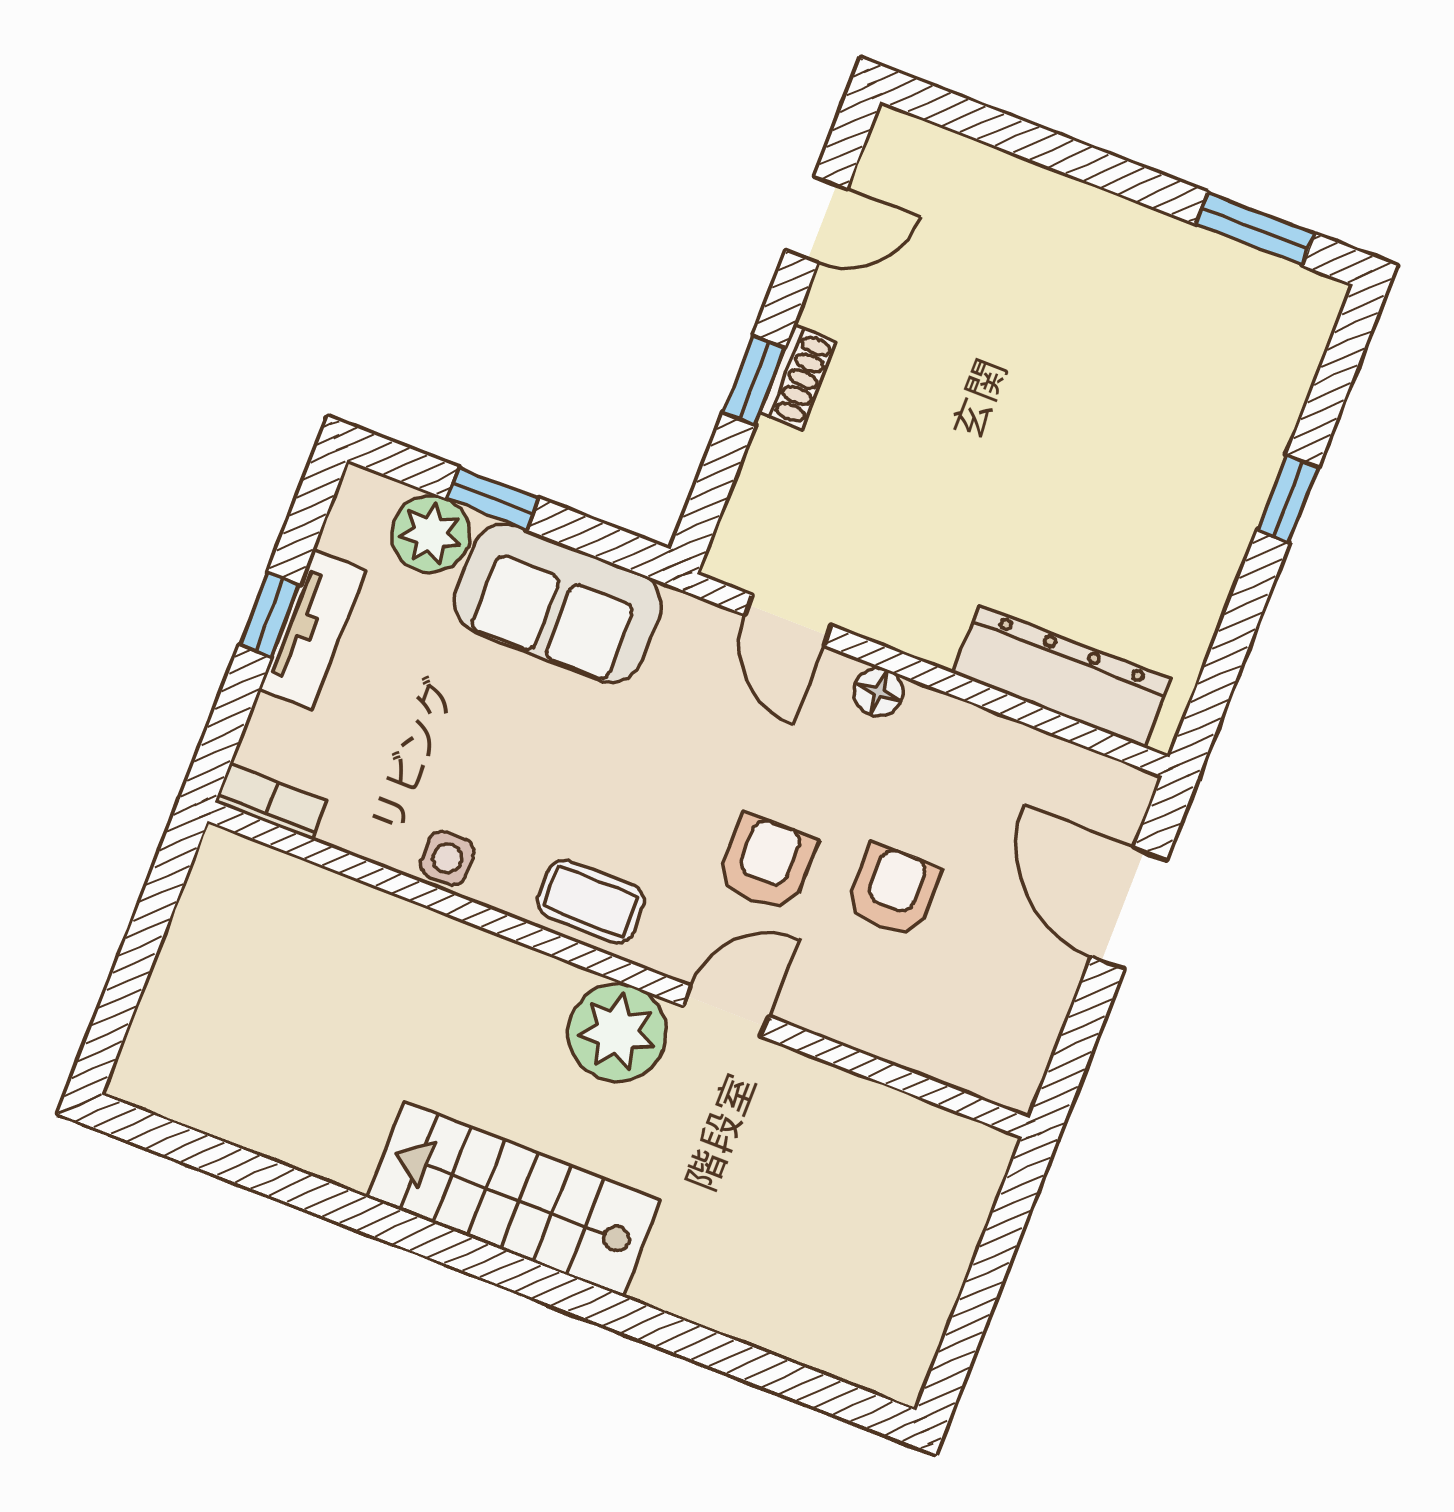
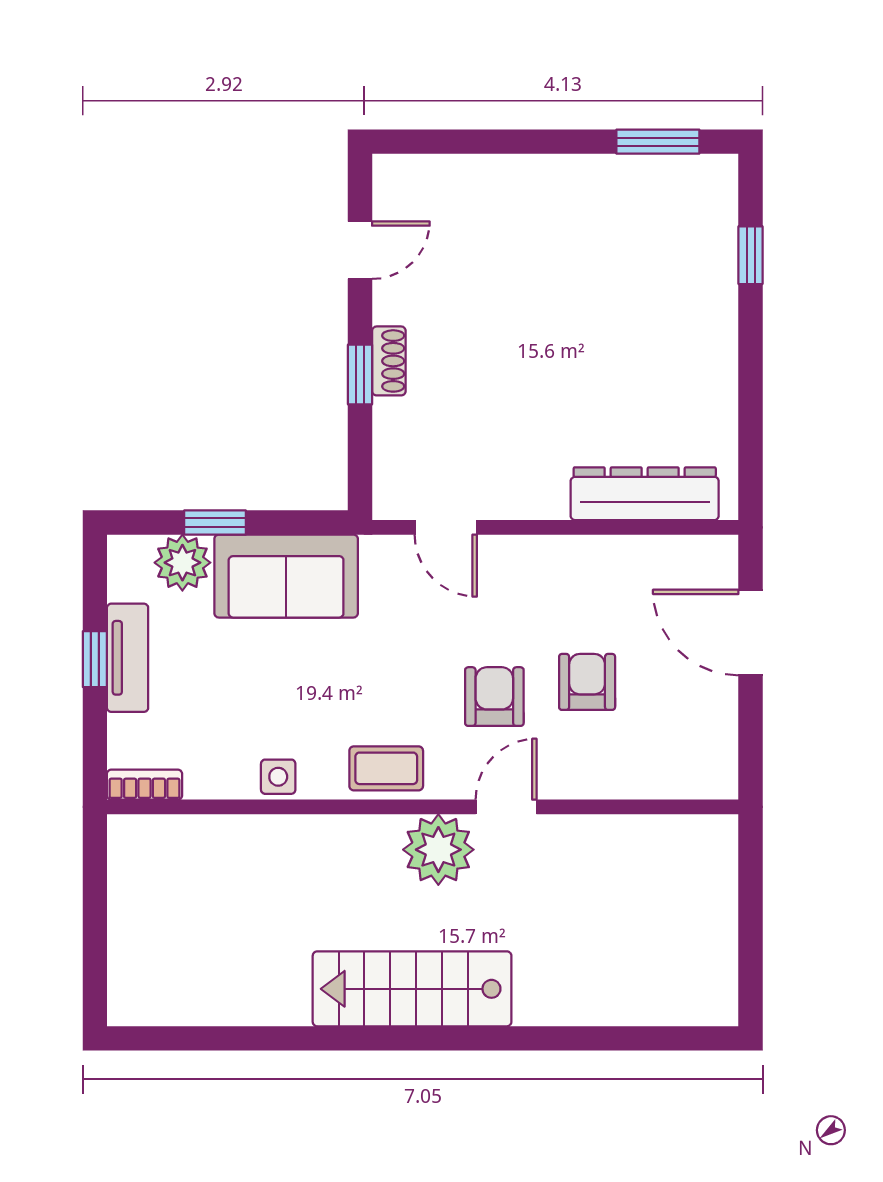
window: (1288, 499) -> (751, 255), moved
floor lamp: (878, 692) -> (525, 552), removed

